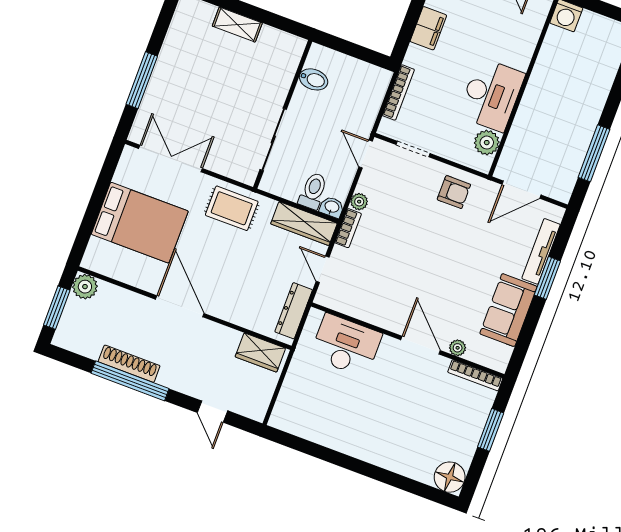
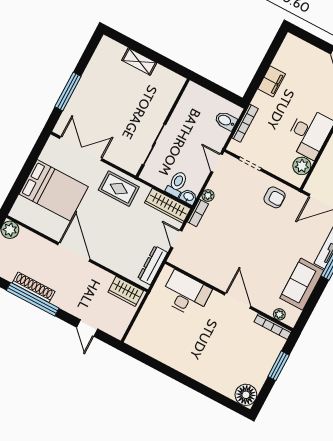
bidet: (314, 79) -> (226, 121), moved, turned 180
plant: (458, 348) -> (279, 314), moved

